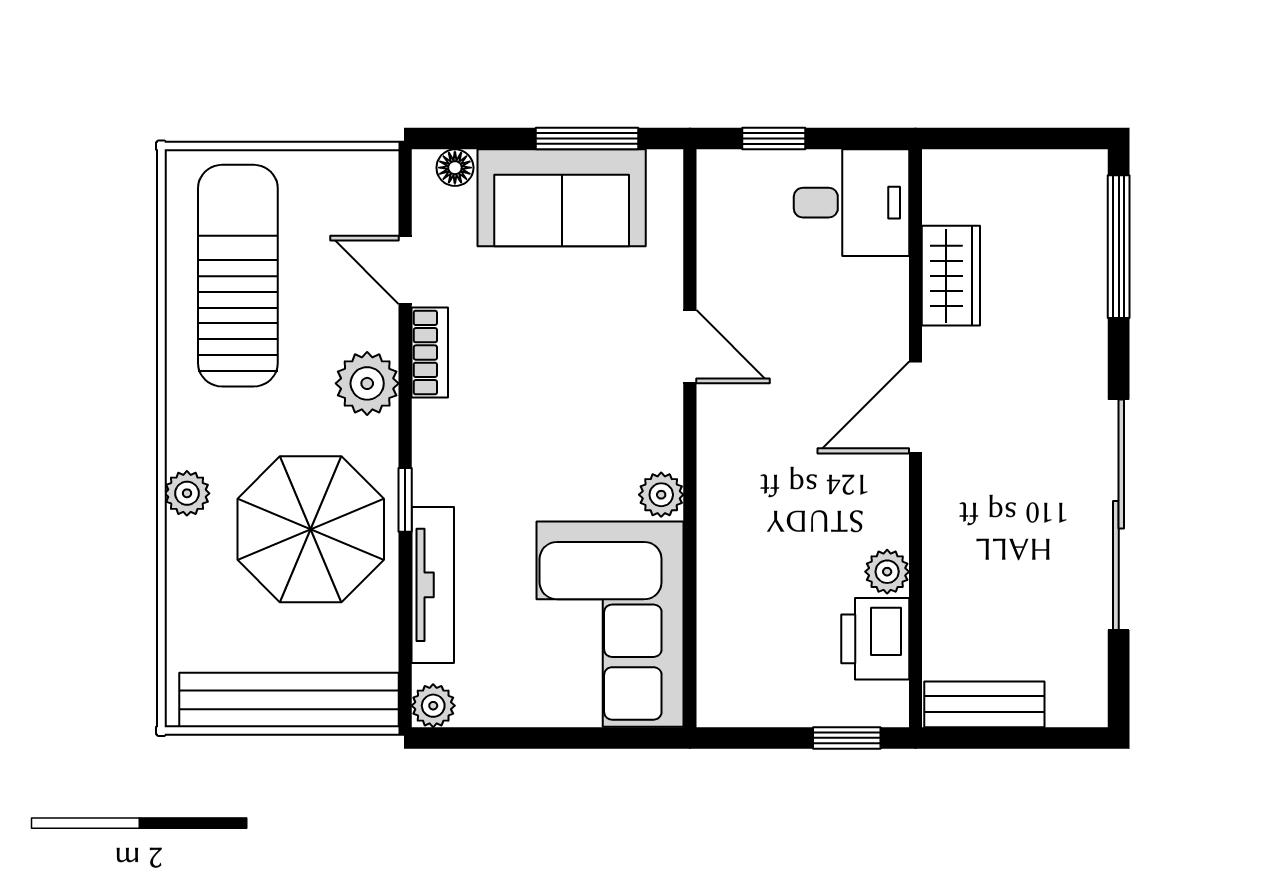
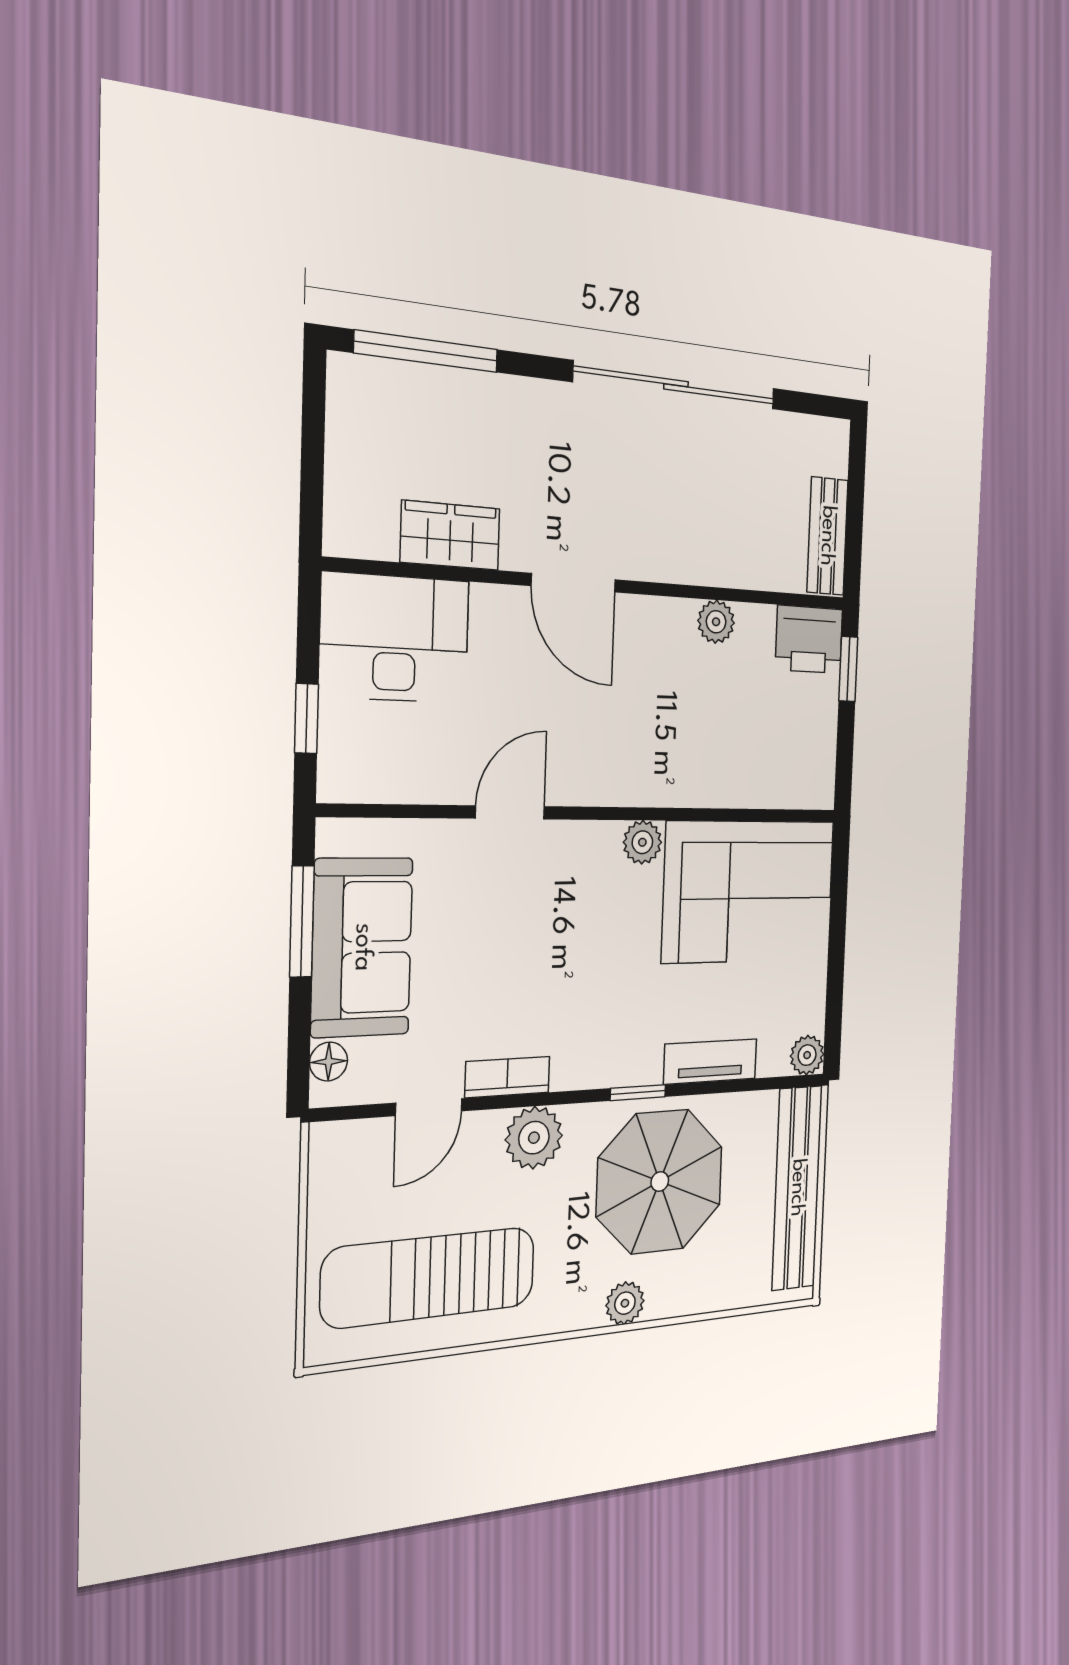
desk: (851, 203) -> (395, 638), width x1.37
tv unit: (433, 585) -> (710, 1061), width x0.71
printer: (875, 639) -> (809, 639), moved

